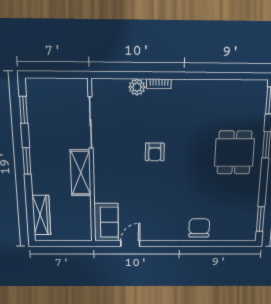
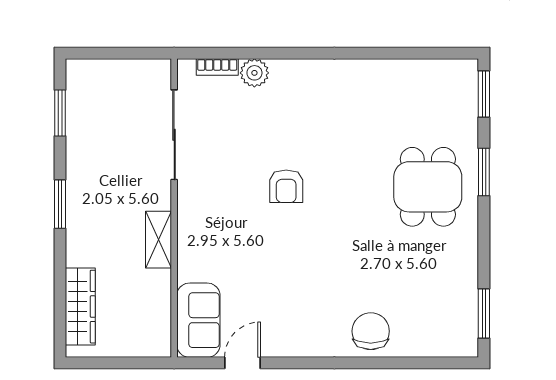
bookcase: (159, 84) -> (217, 67), moved
shelving: (81, 173) -> (159, 240), width x0.67, depth x0.75

